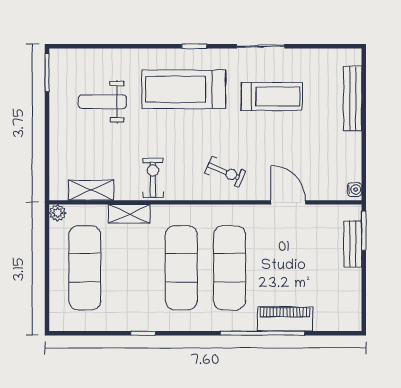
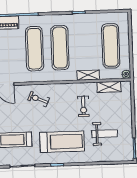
exercise bike: (153, 178) -> (84, 106), moved

